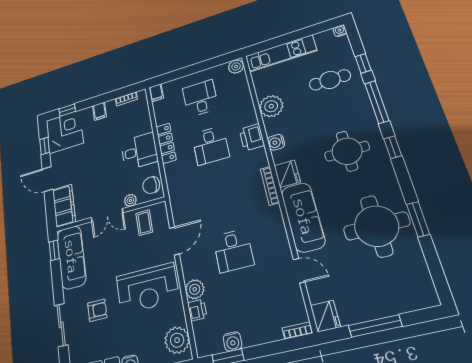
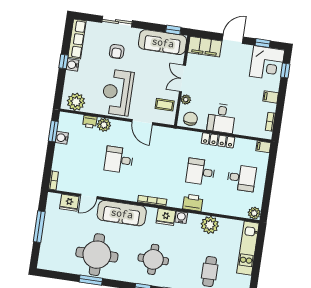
fridge: (287, 174) -> (166, 217), moved
fridge: (325, 316) -> (69, 203), moved

